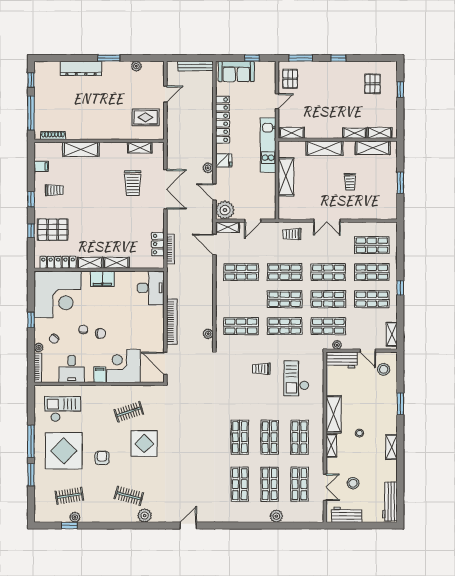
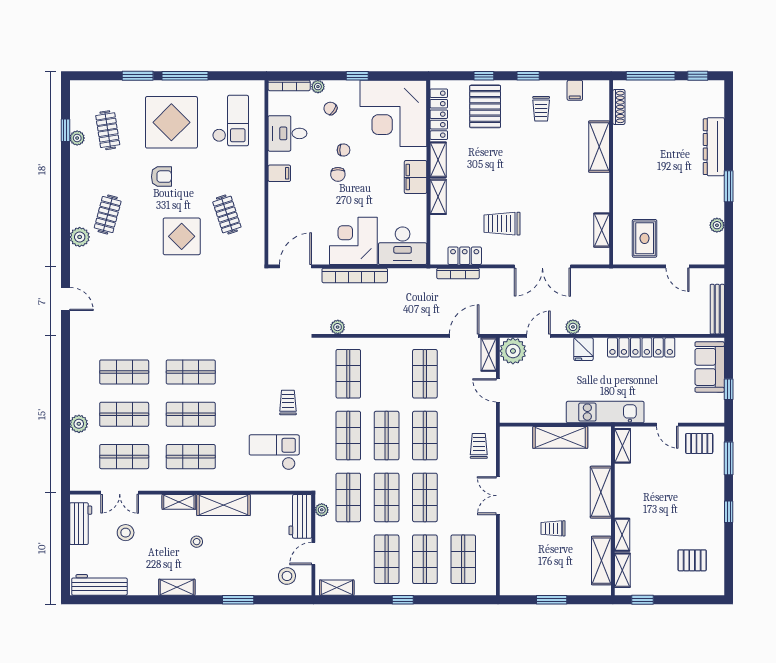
window: (400, 89) -> (642, 600), moved
trolley: (133, 183) -> (502, 224), moved
corner desk: (123, 366) -> (353, 241), moved, turned -90

